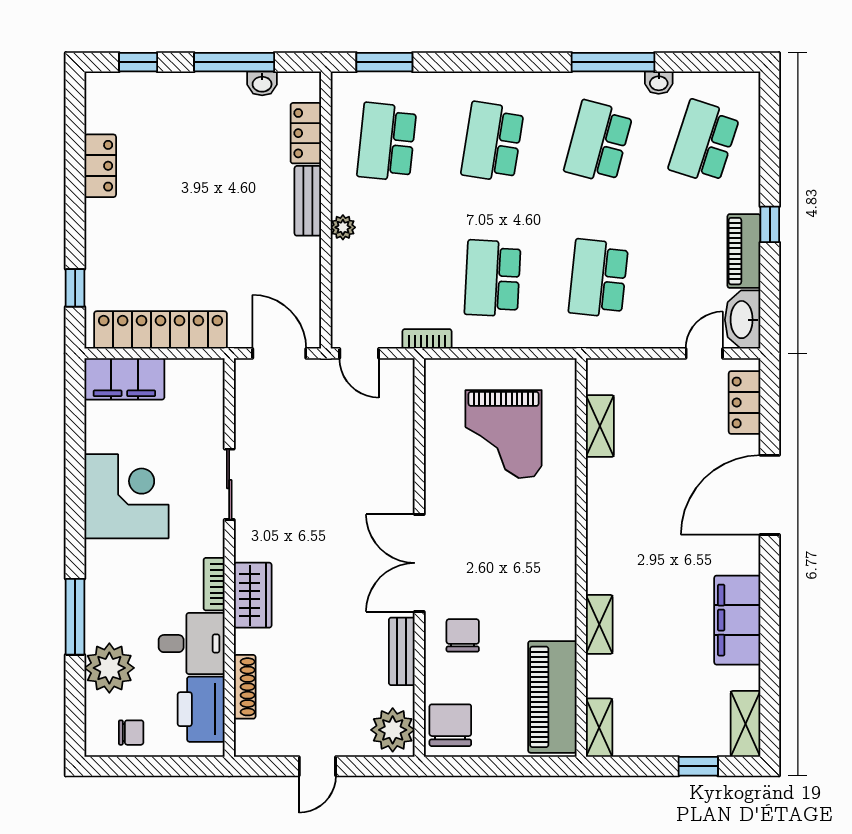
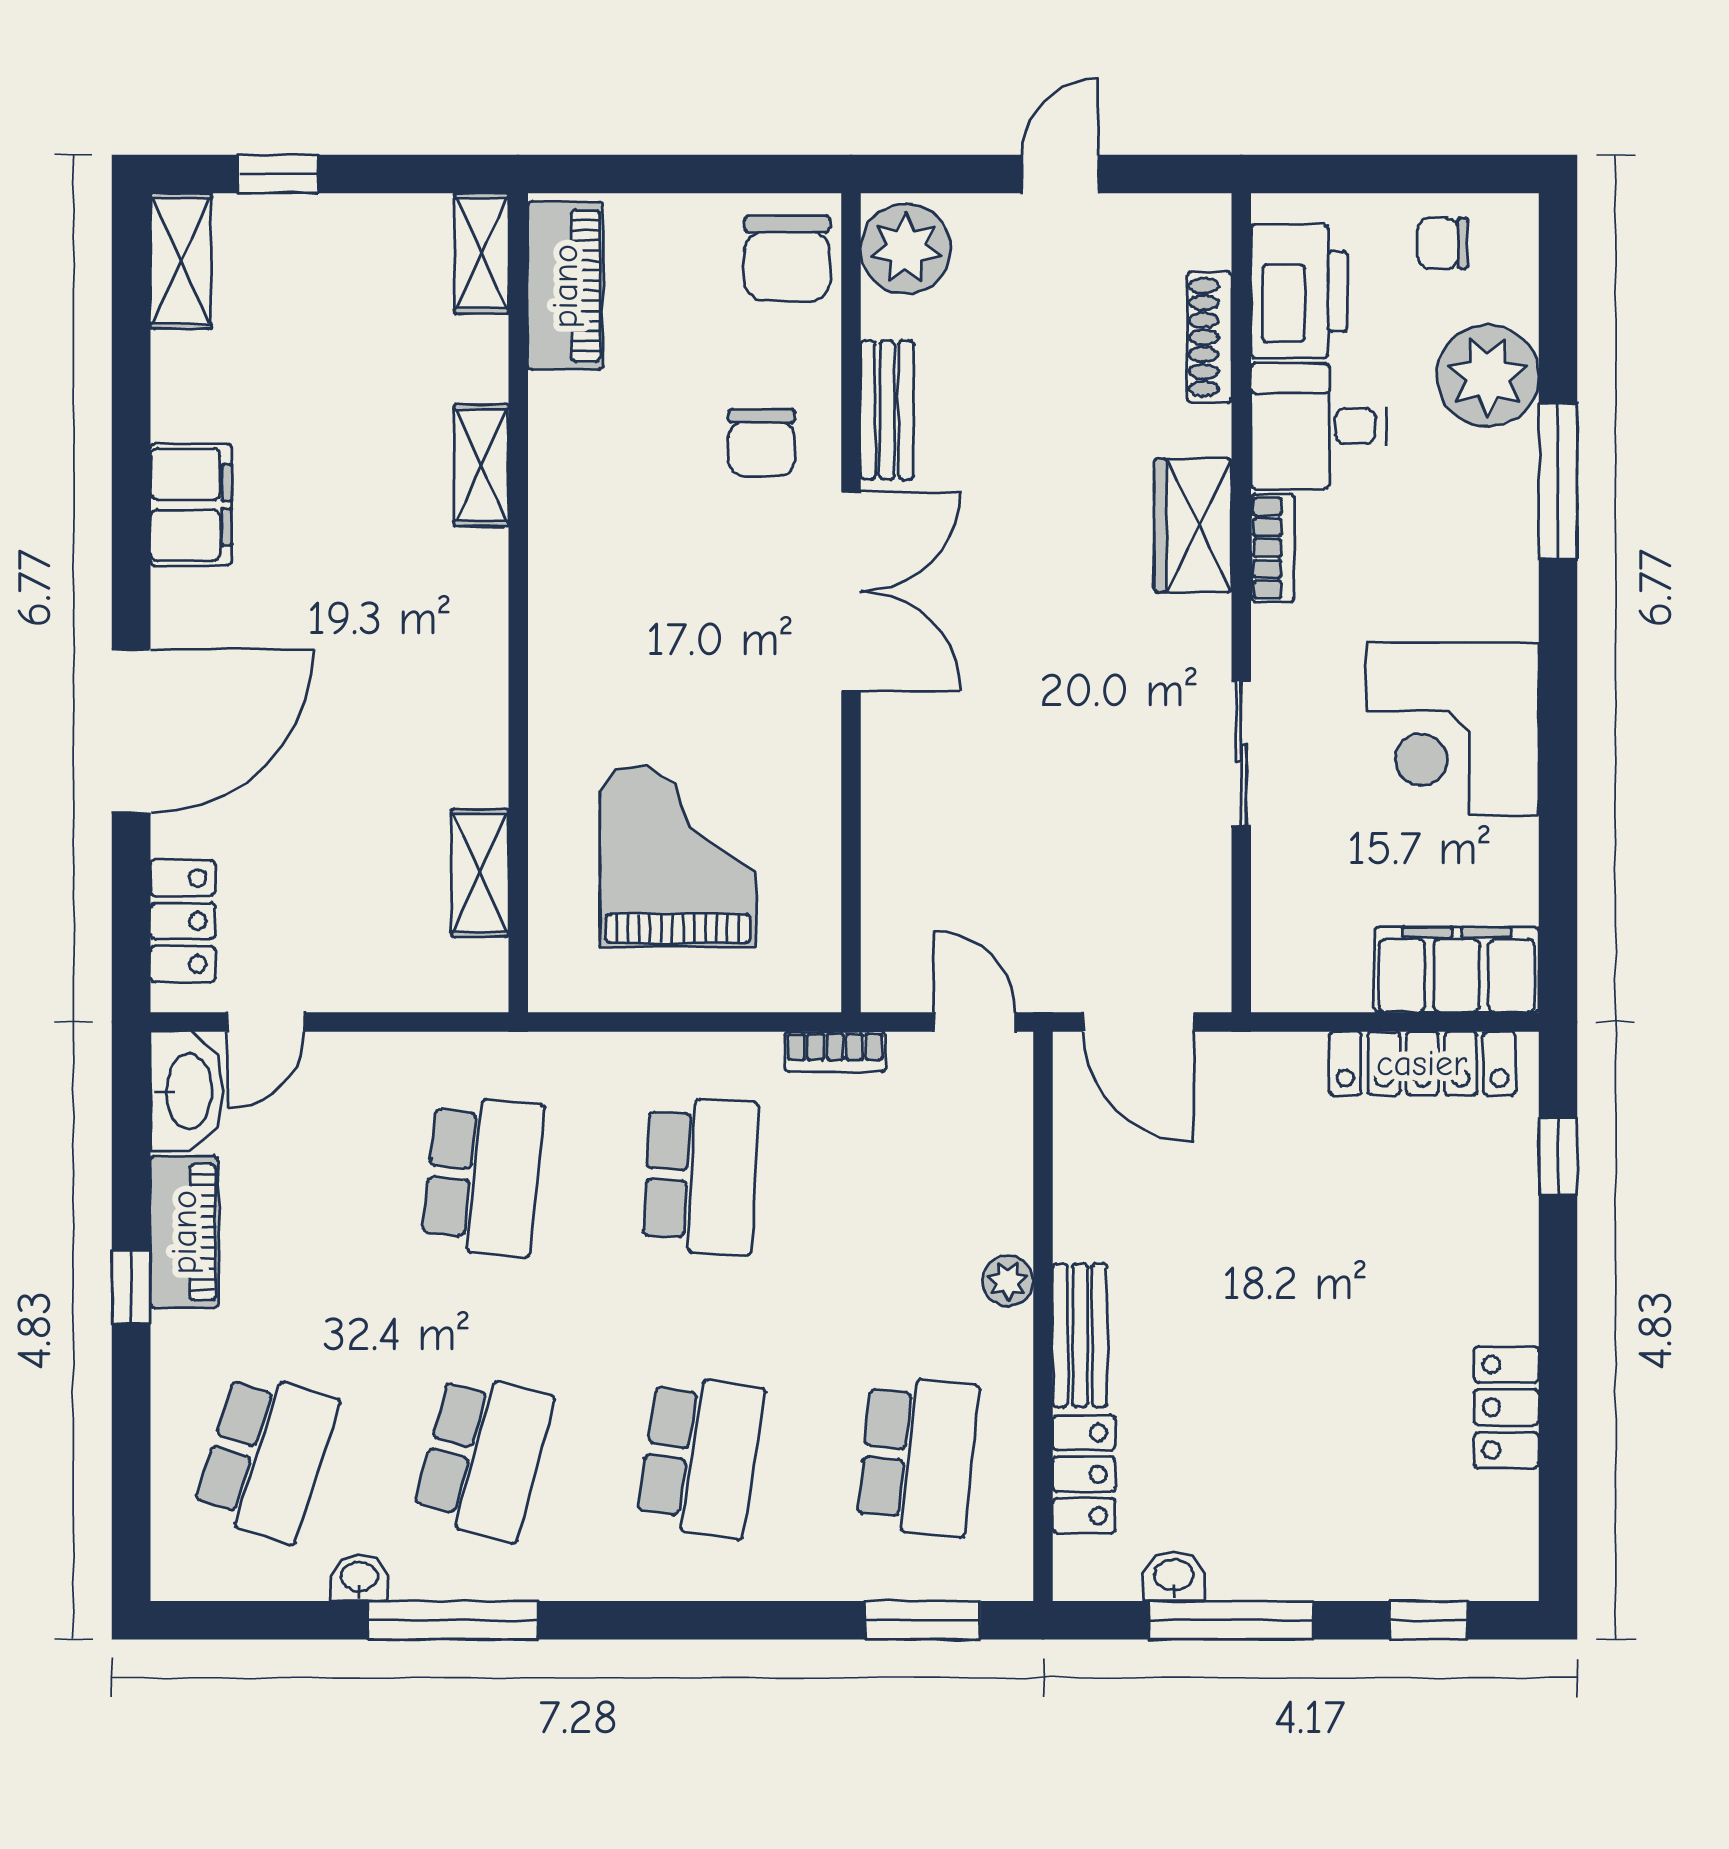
locker: (161, 330) -> (1422, 1063), width x0.71, depth x0.83
filing cabinet: (737, 620) -> (191, 505), width x0.67, depth x0.86
piano: (552, 697) -> (565, 286), width x0.73, depth x0.75

